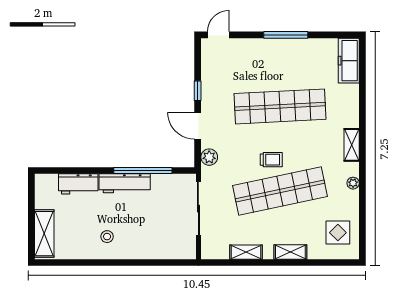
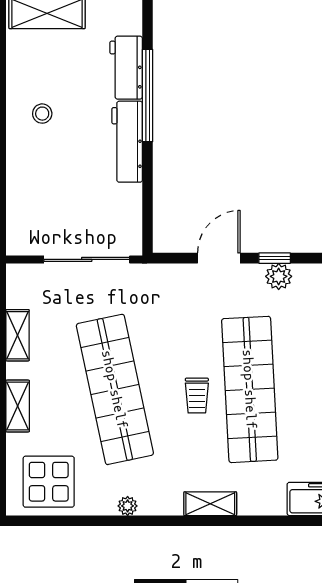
shelving: (352, 145) -> (210, 504), moved
plant: (209, 157) -> (279, 276), moved
trolley: (271, 160) -> (197, 396), moved
window: (143, 171) -> (148, 96), moved
display table: (338, 233) -> (49, 482), width x1.36, depth x1.36

